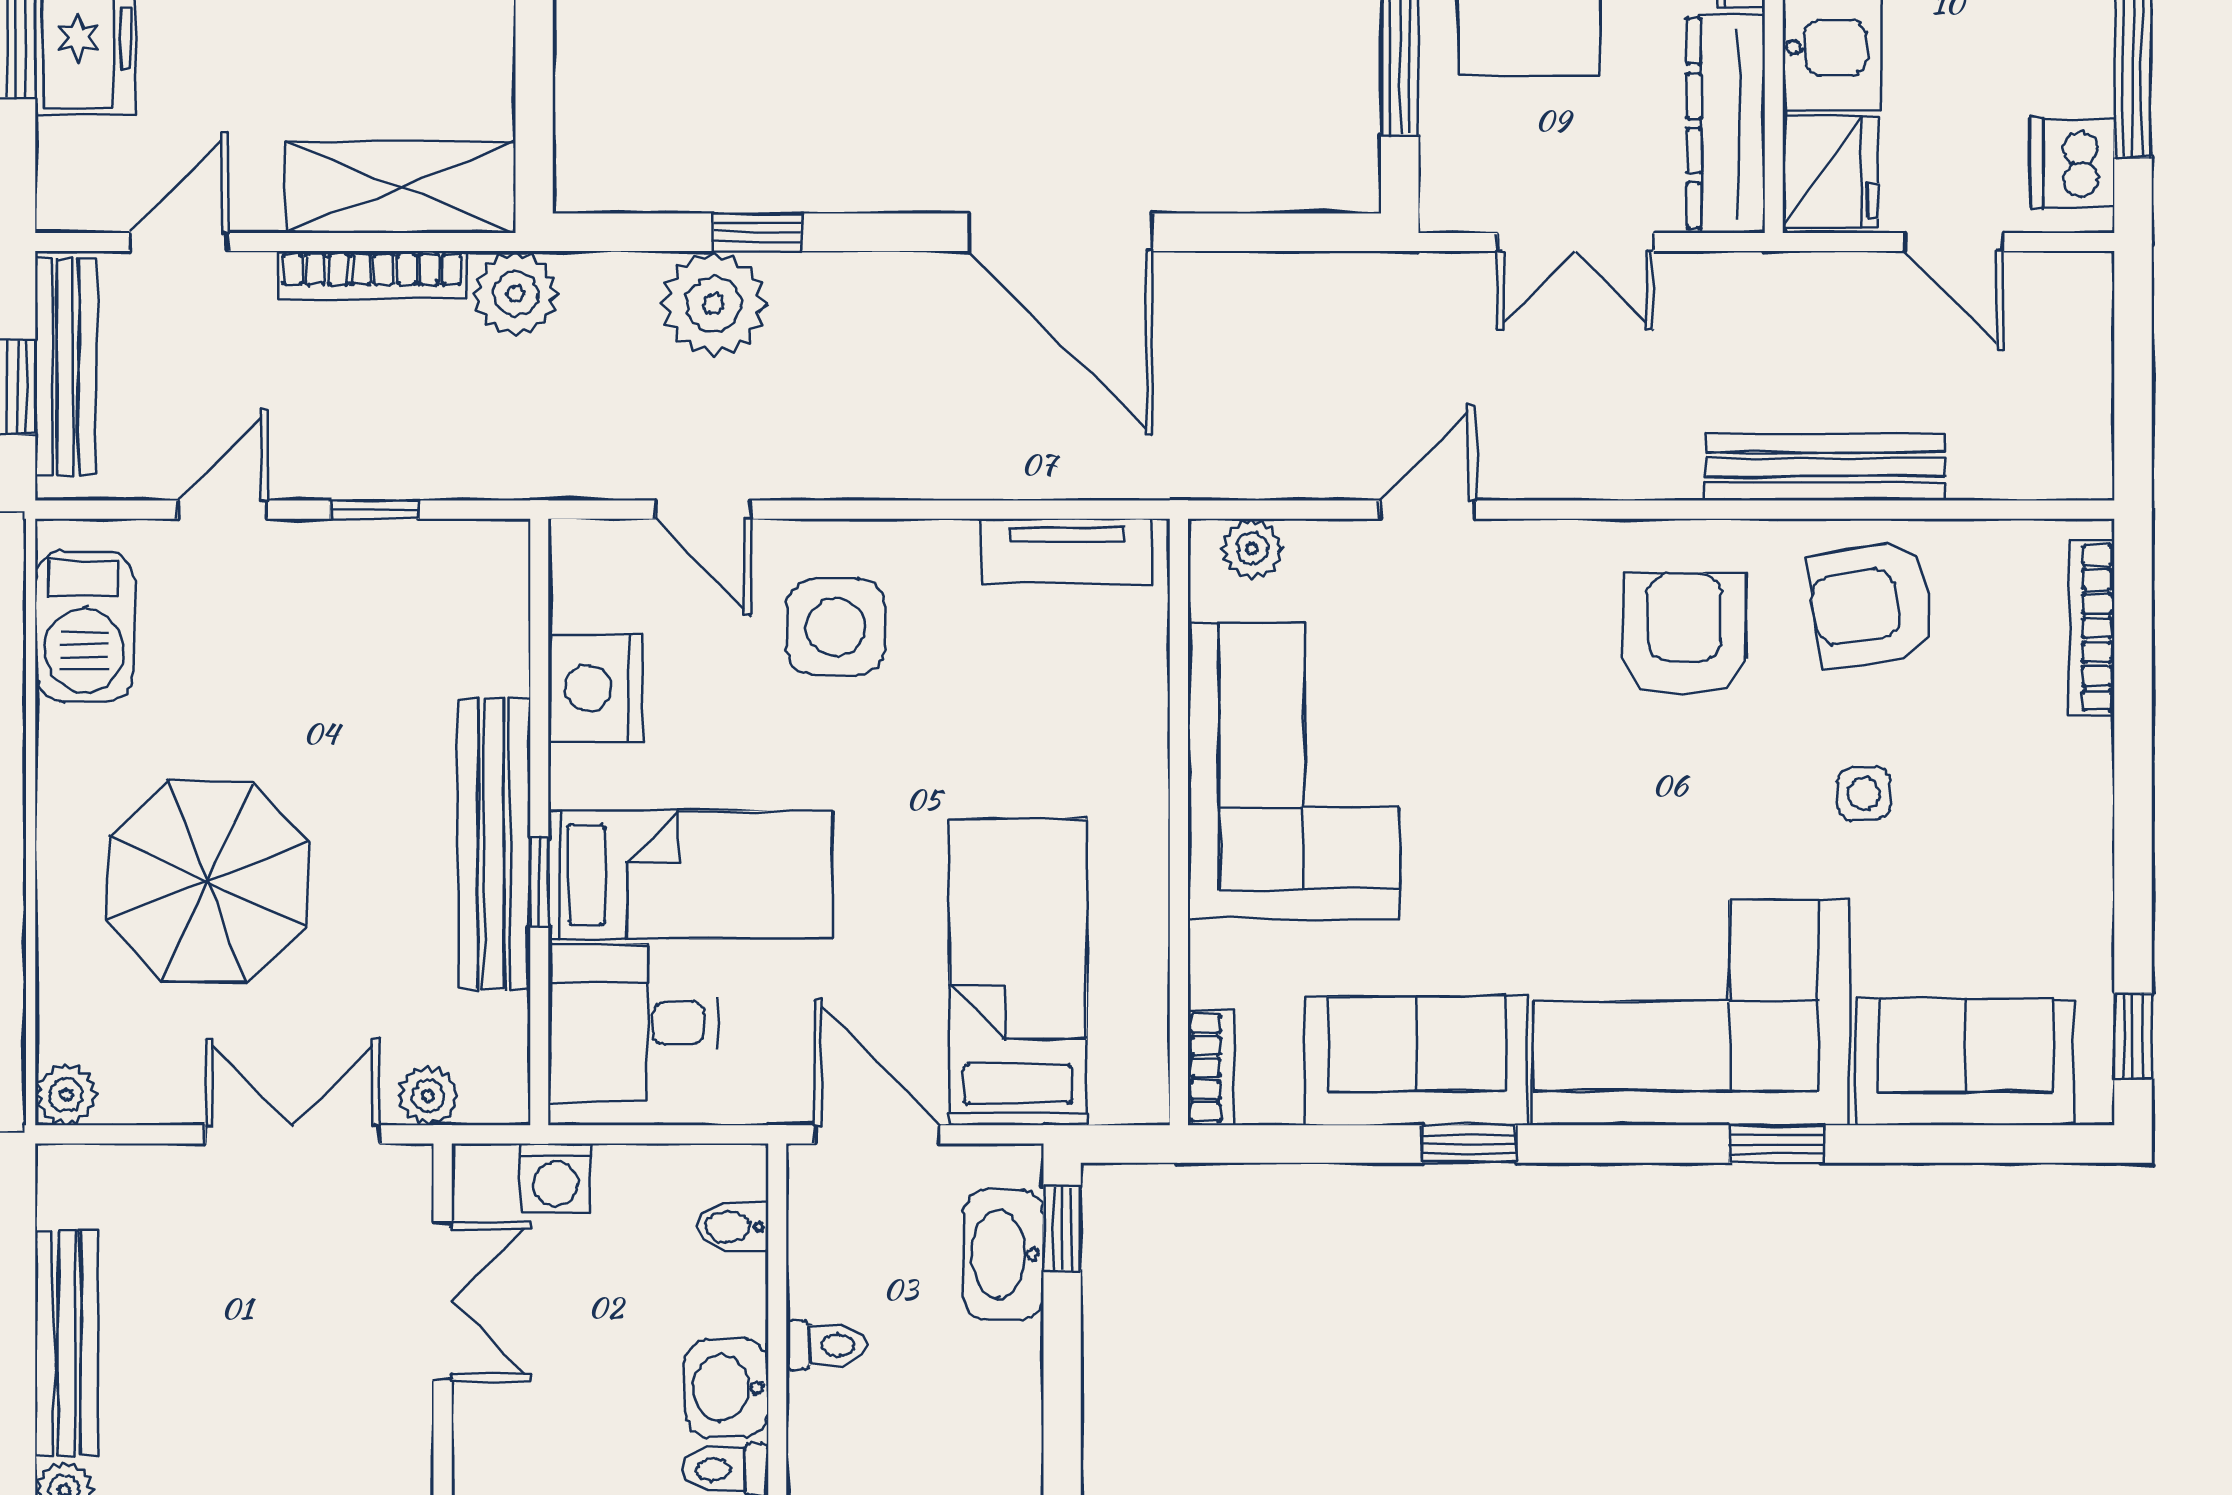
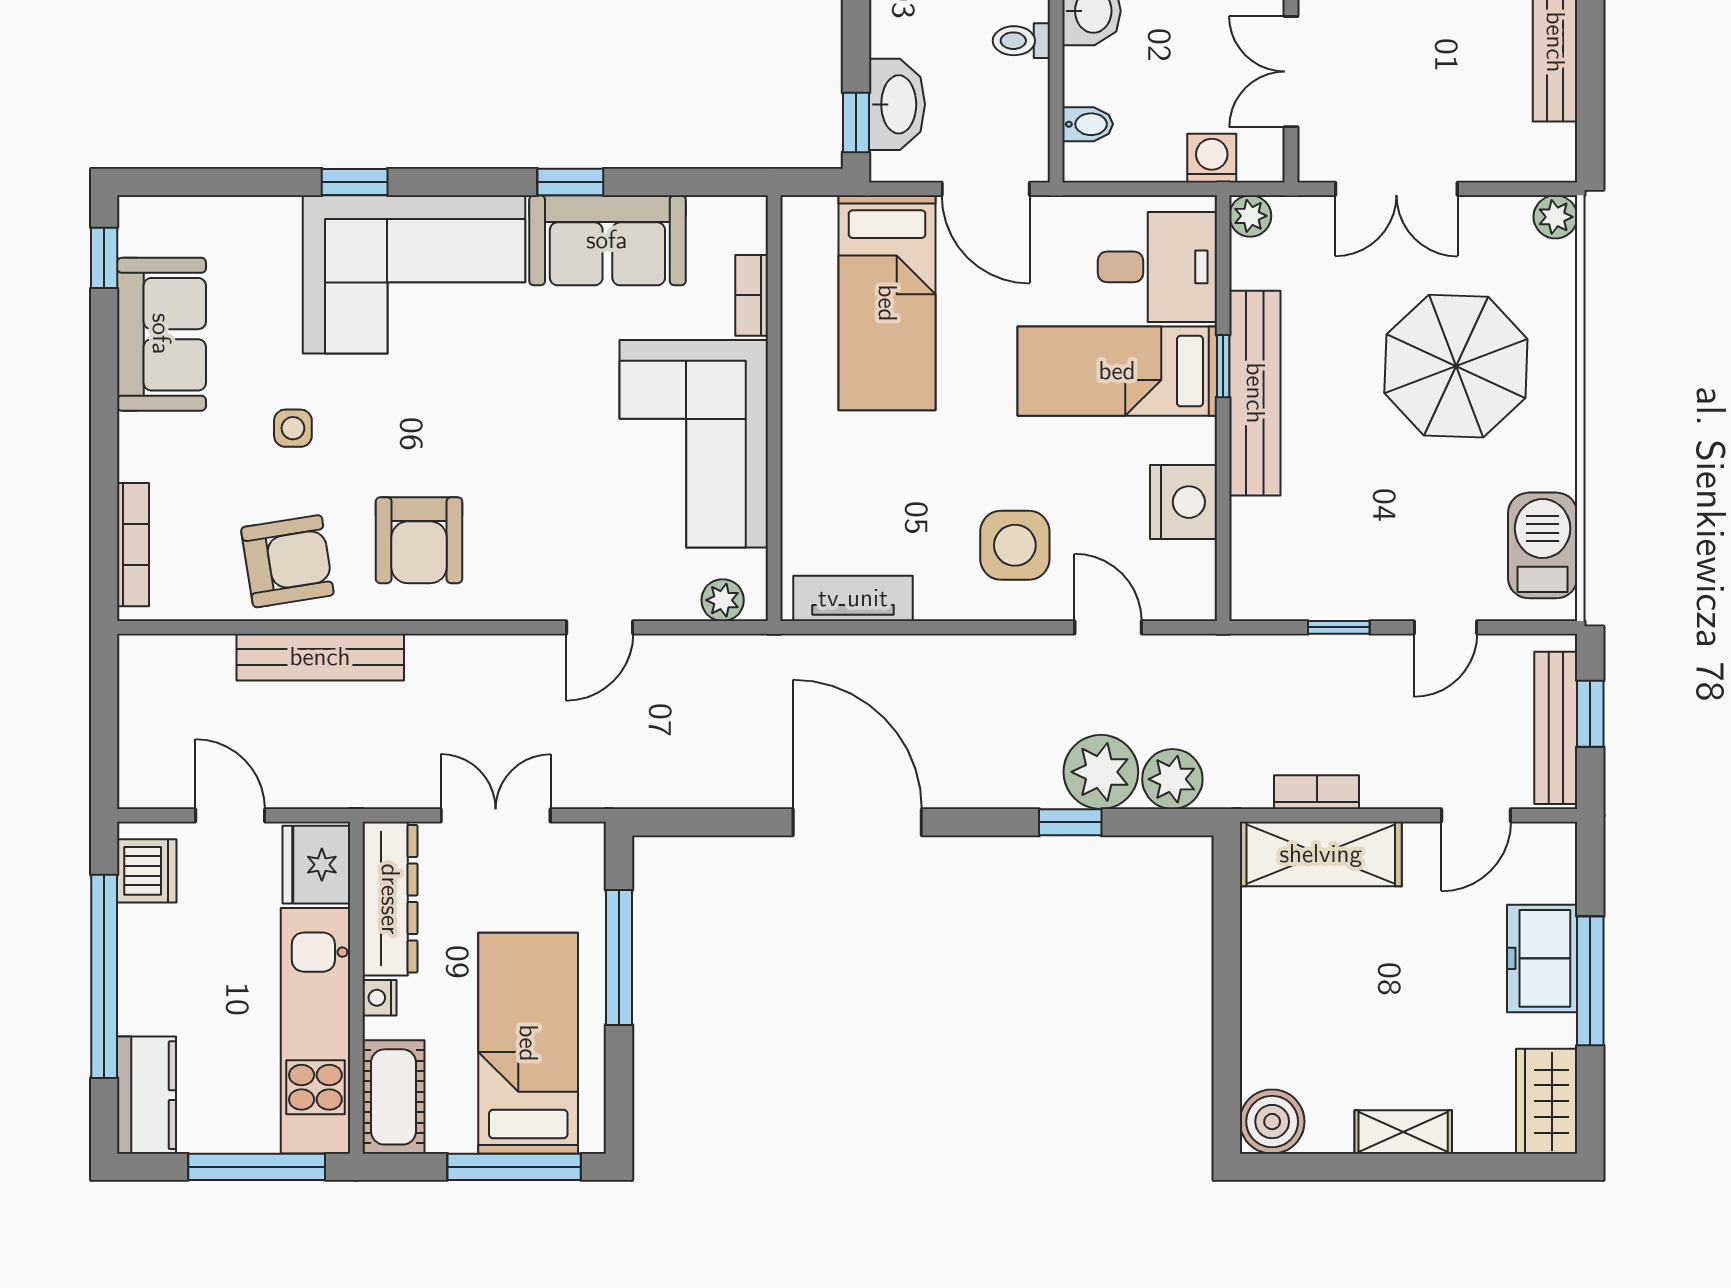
bookcase: (372, 275) -> (1317, 792), width x0.64
plant: (516, 294) -> (1172, 779), moved
sofa: (1965, 1062) -> (161, 334), moved, turned -90
bookcase: (1211, 1068) -> (752, 295), moved
plant: (428, 1096) -> (1250, 216), moved

